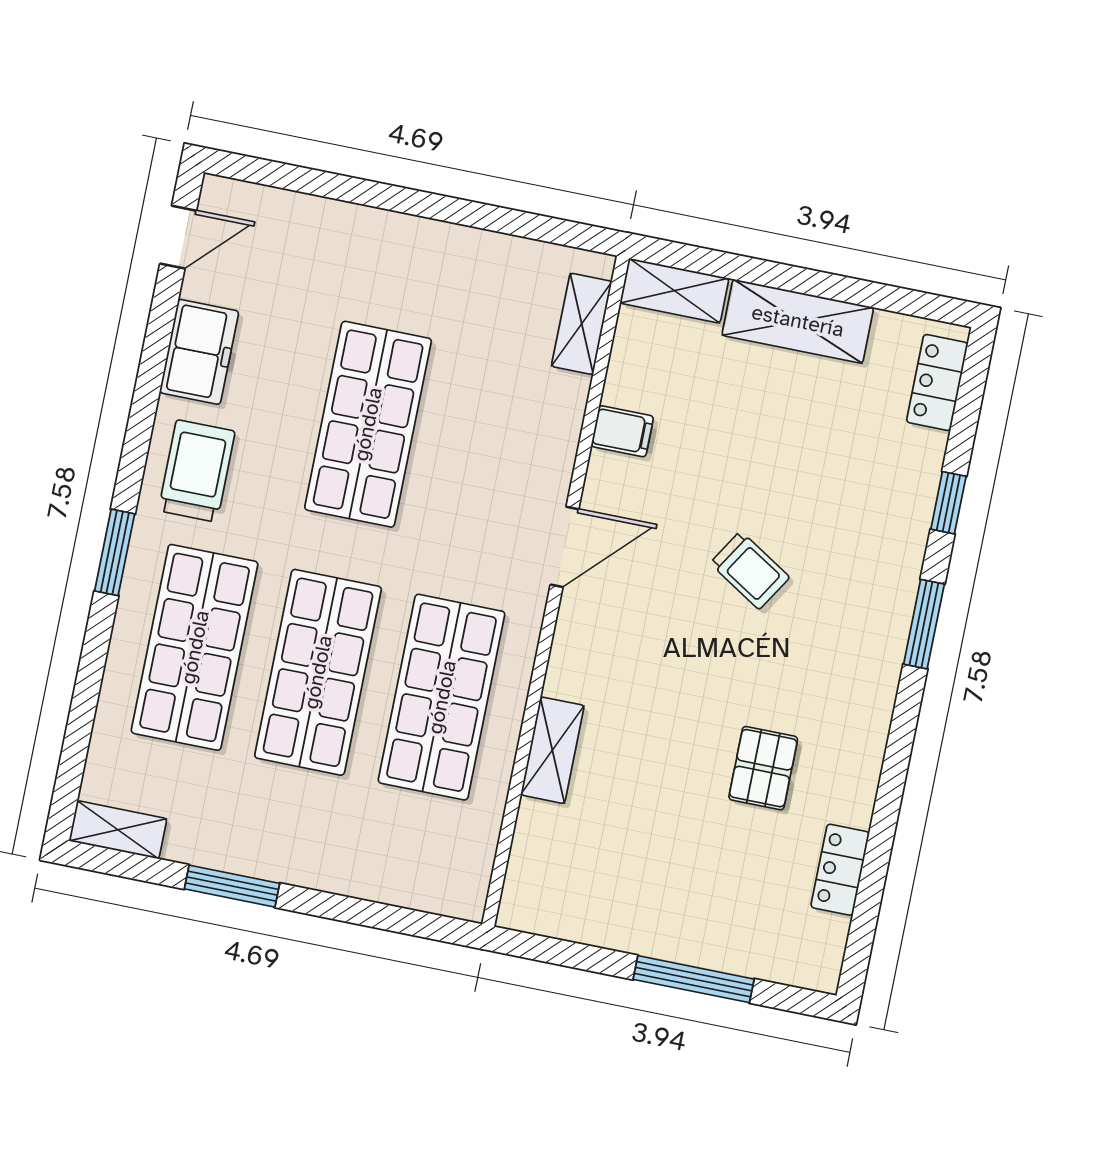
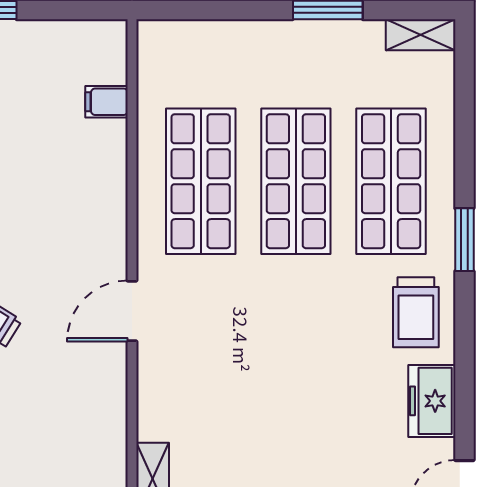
shop shelf: (368, 424) -> (296, 373), removed
filing cabinet: (622, 431) -> (106, 102), moved
shelving: (552, 750) -> (111, 158), removed

